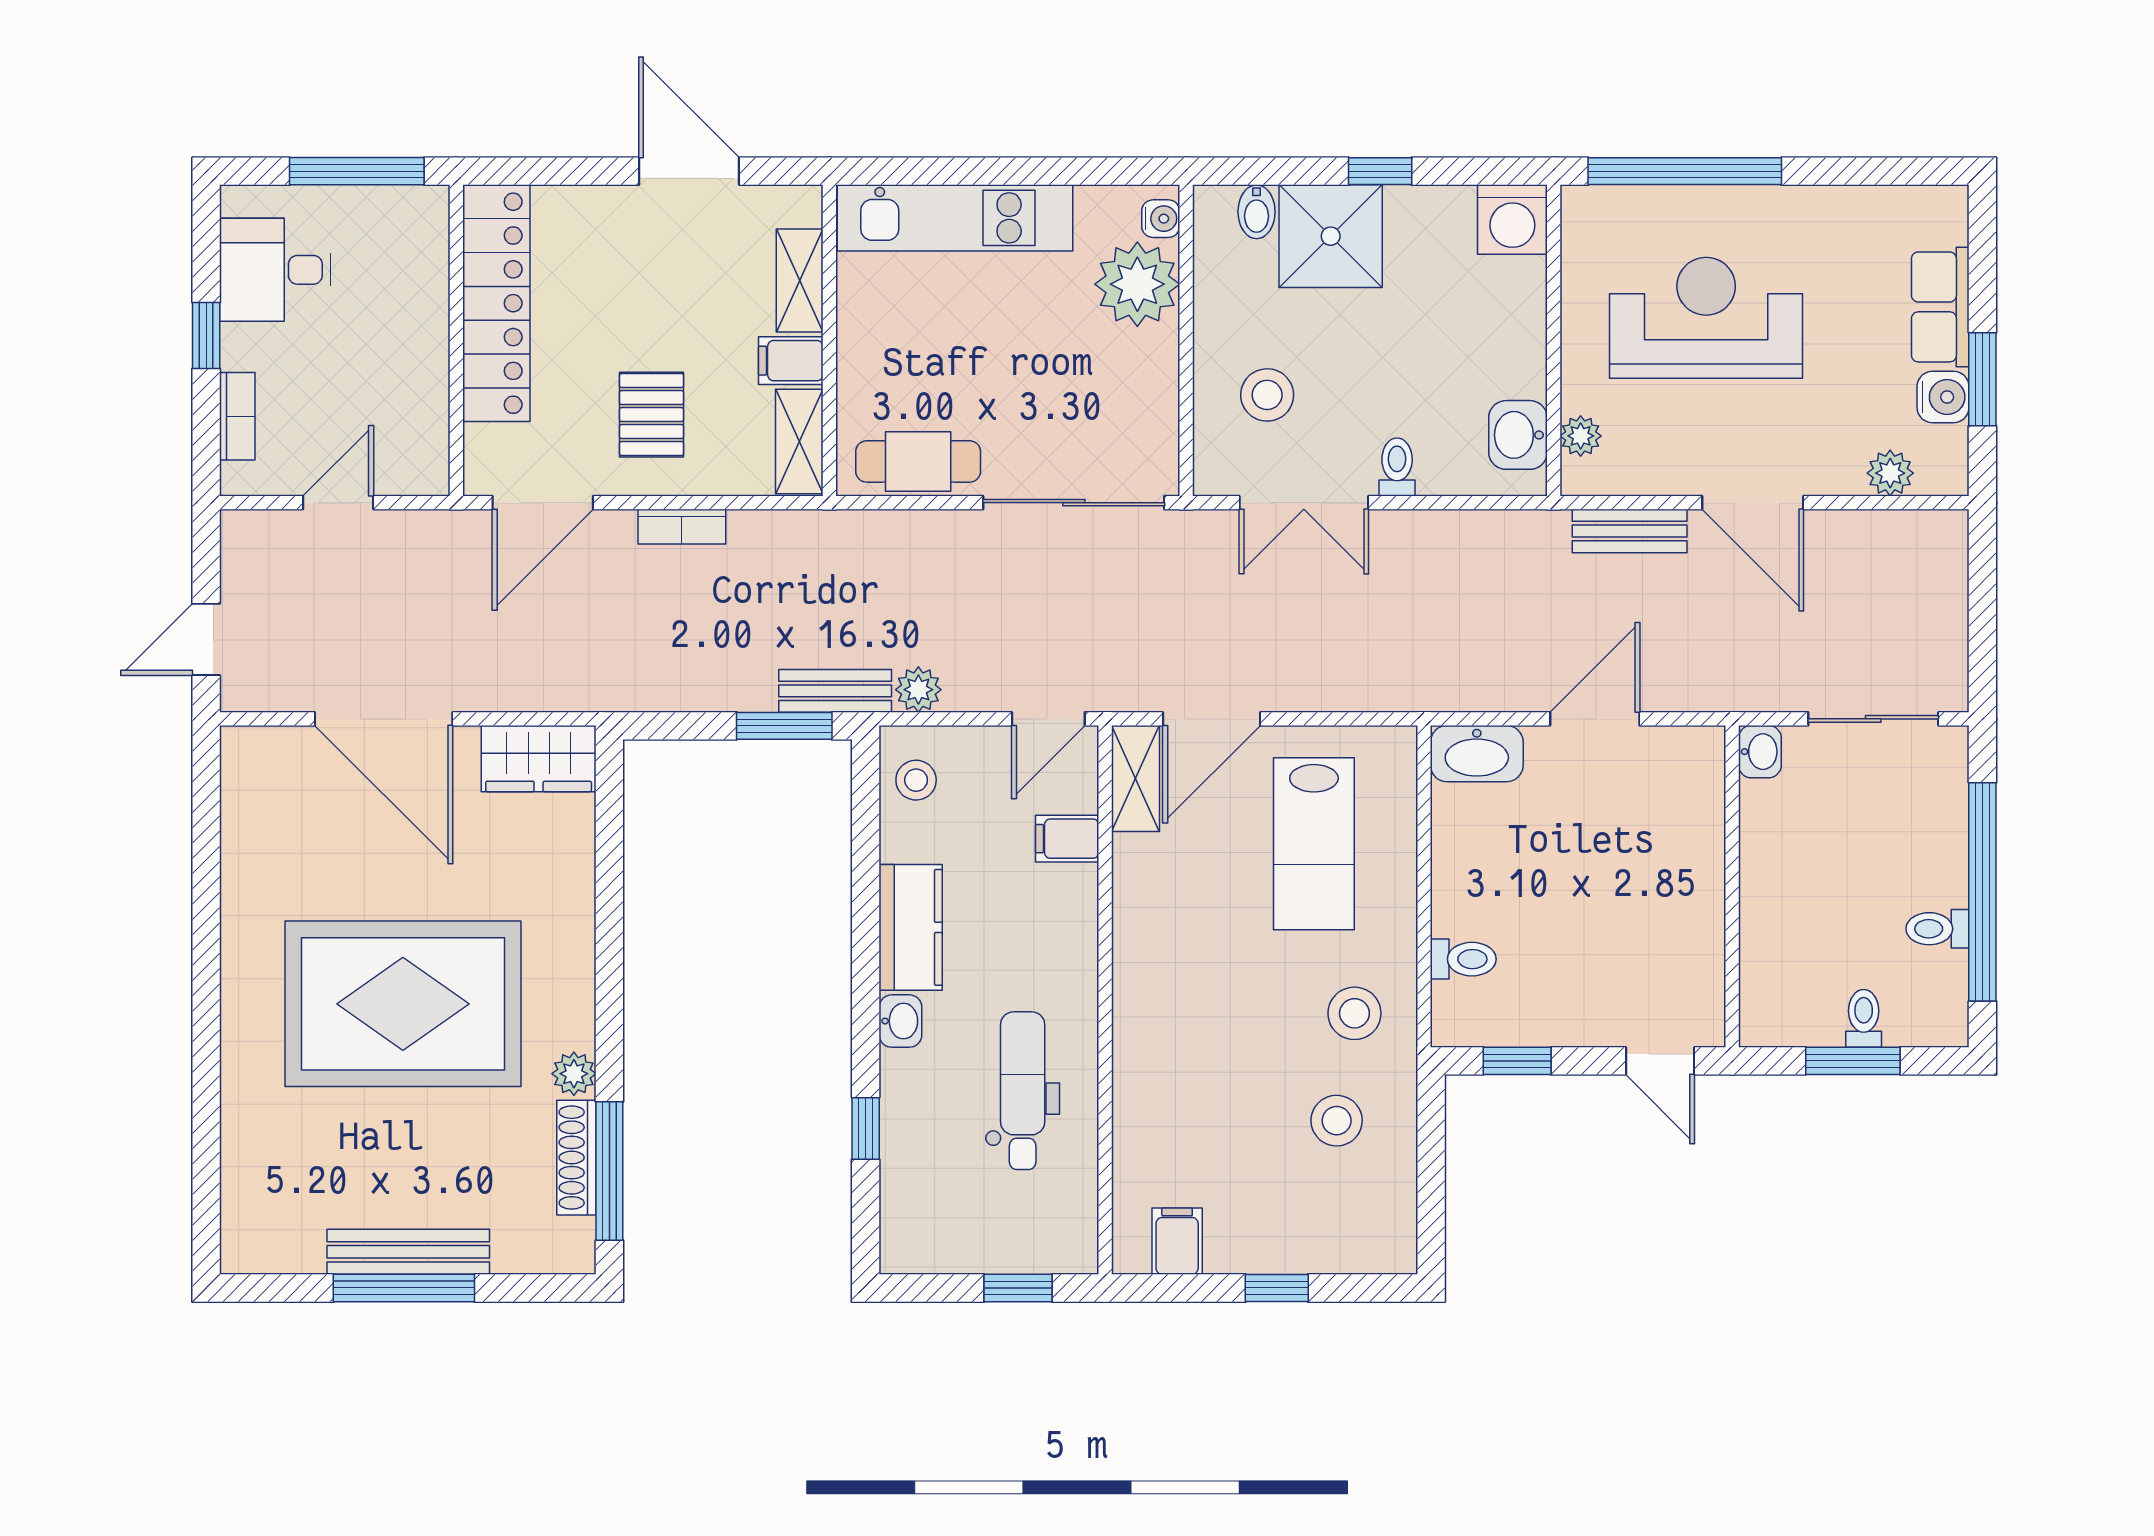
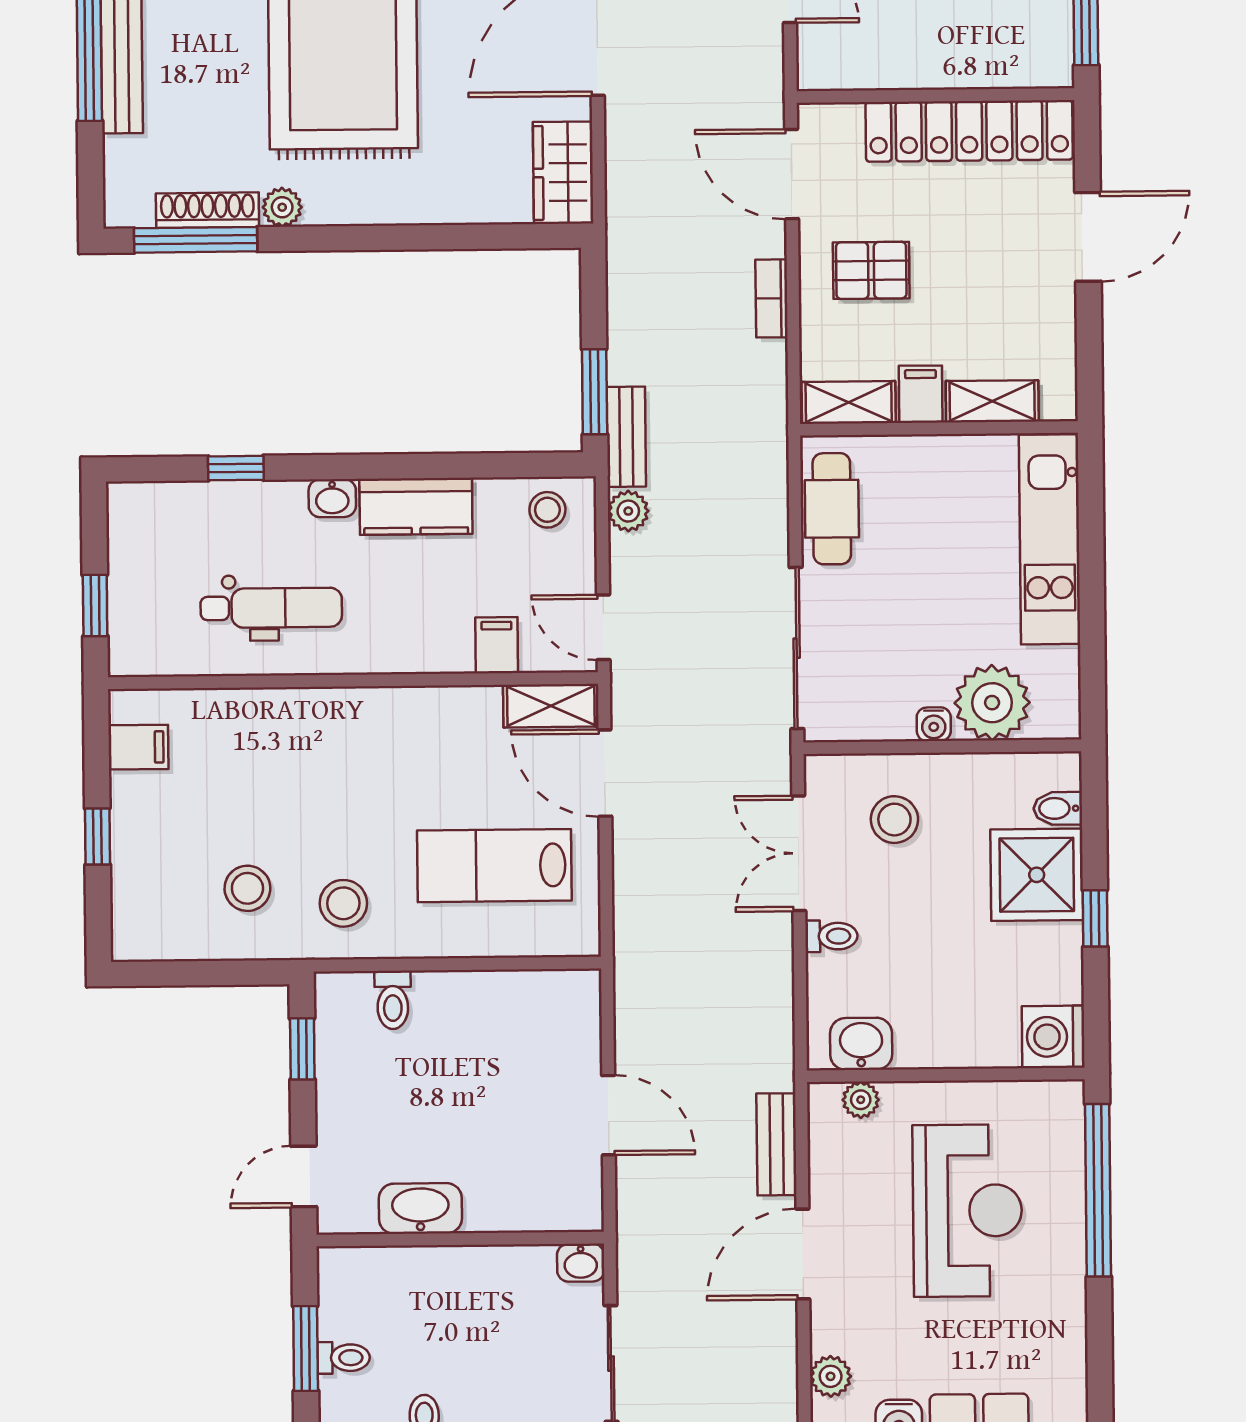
door: (689, 171) -> (1088, 237), moved
water cooler: (1161, 219) -> (934, 724), moved
washbasin: (1477, 754) -> (420, 1208), moved, turned 90

